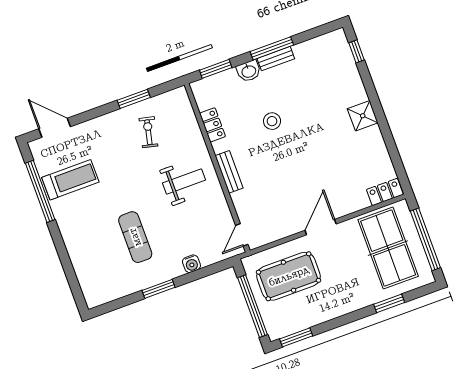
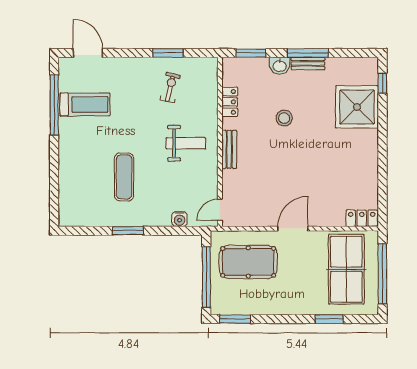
shower: (363, 116) -> (357, 107), moved, width x1.86, depth x1.86
water cooler: (191, 264) -> (180, 219), moved

